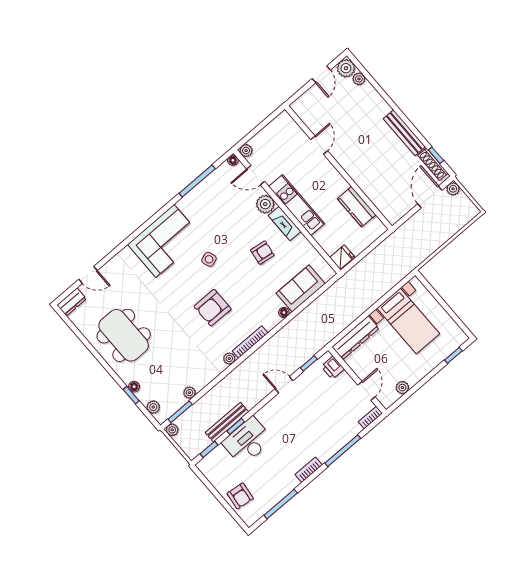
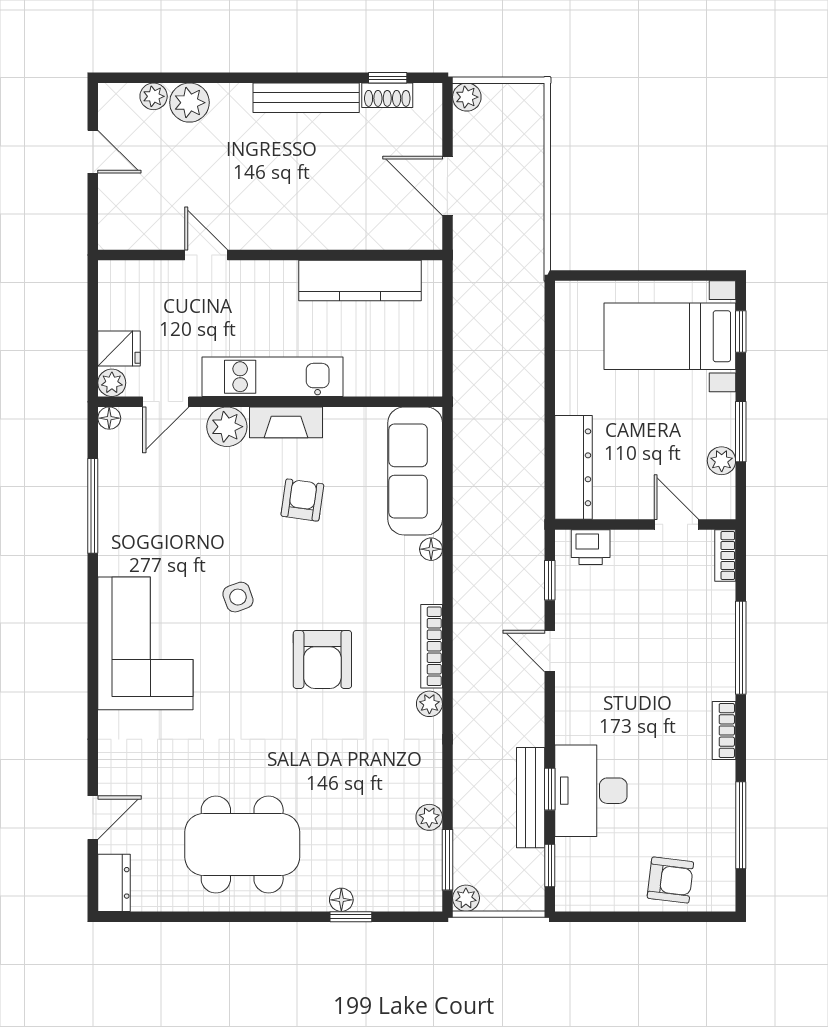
plant: (346, 68) -> (189, 103), moved
shoe rack: (433, 164) -> (387, 95), width x0.70
door: (430, 197) -> (447, 186), moved
kitchen counter: (357, 207) -> (360, 281), width x1.50
fridge: (342, 257) -> (119, 348), moved, turned 90
sofa: (301, 288) -> (415, 471), width x1.36
bed with nightstands: (408, 321) -> (670, 336), moved, turned 180
door: (284, 385) -> (550, 651), hinge flipped
window: (418, 386) -> (741, 432), added
plant: (153, 407) -> (402, 897), removed

